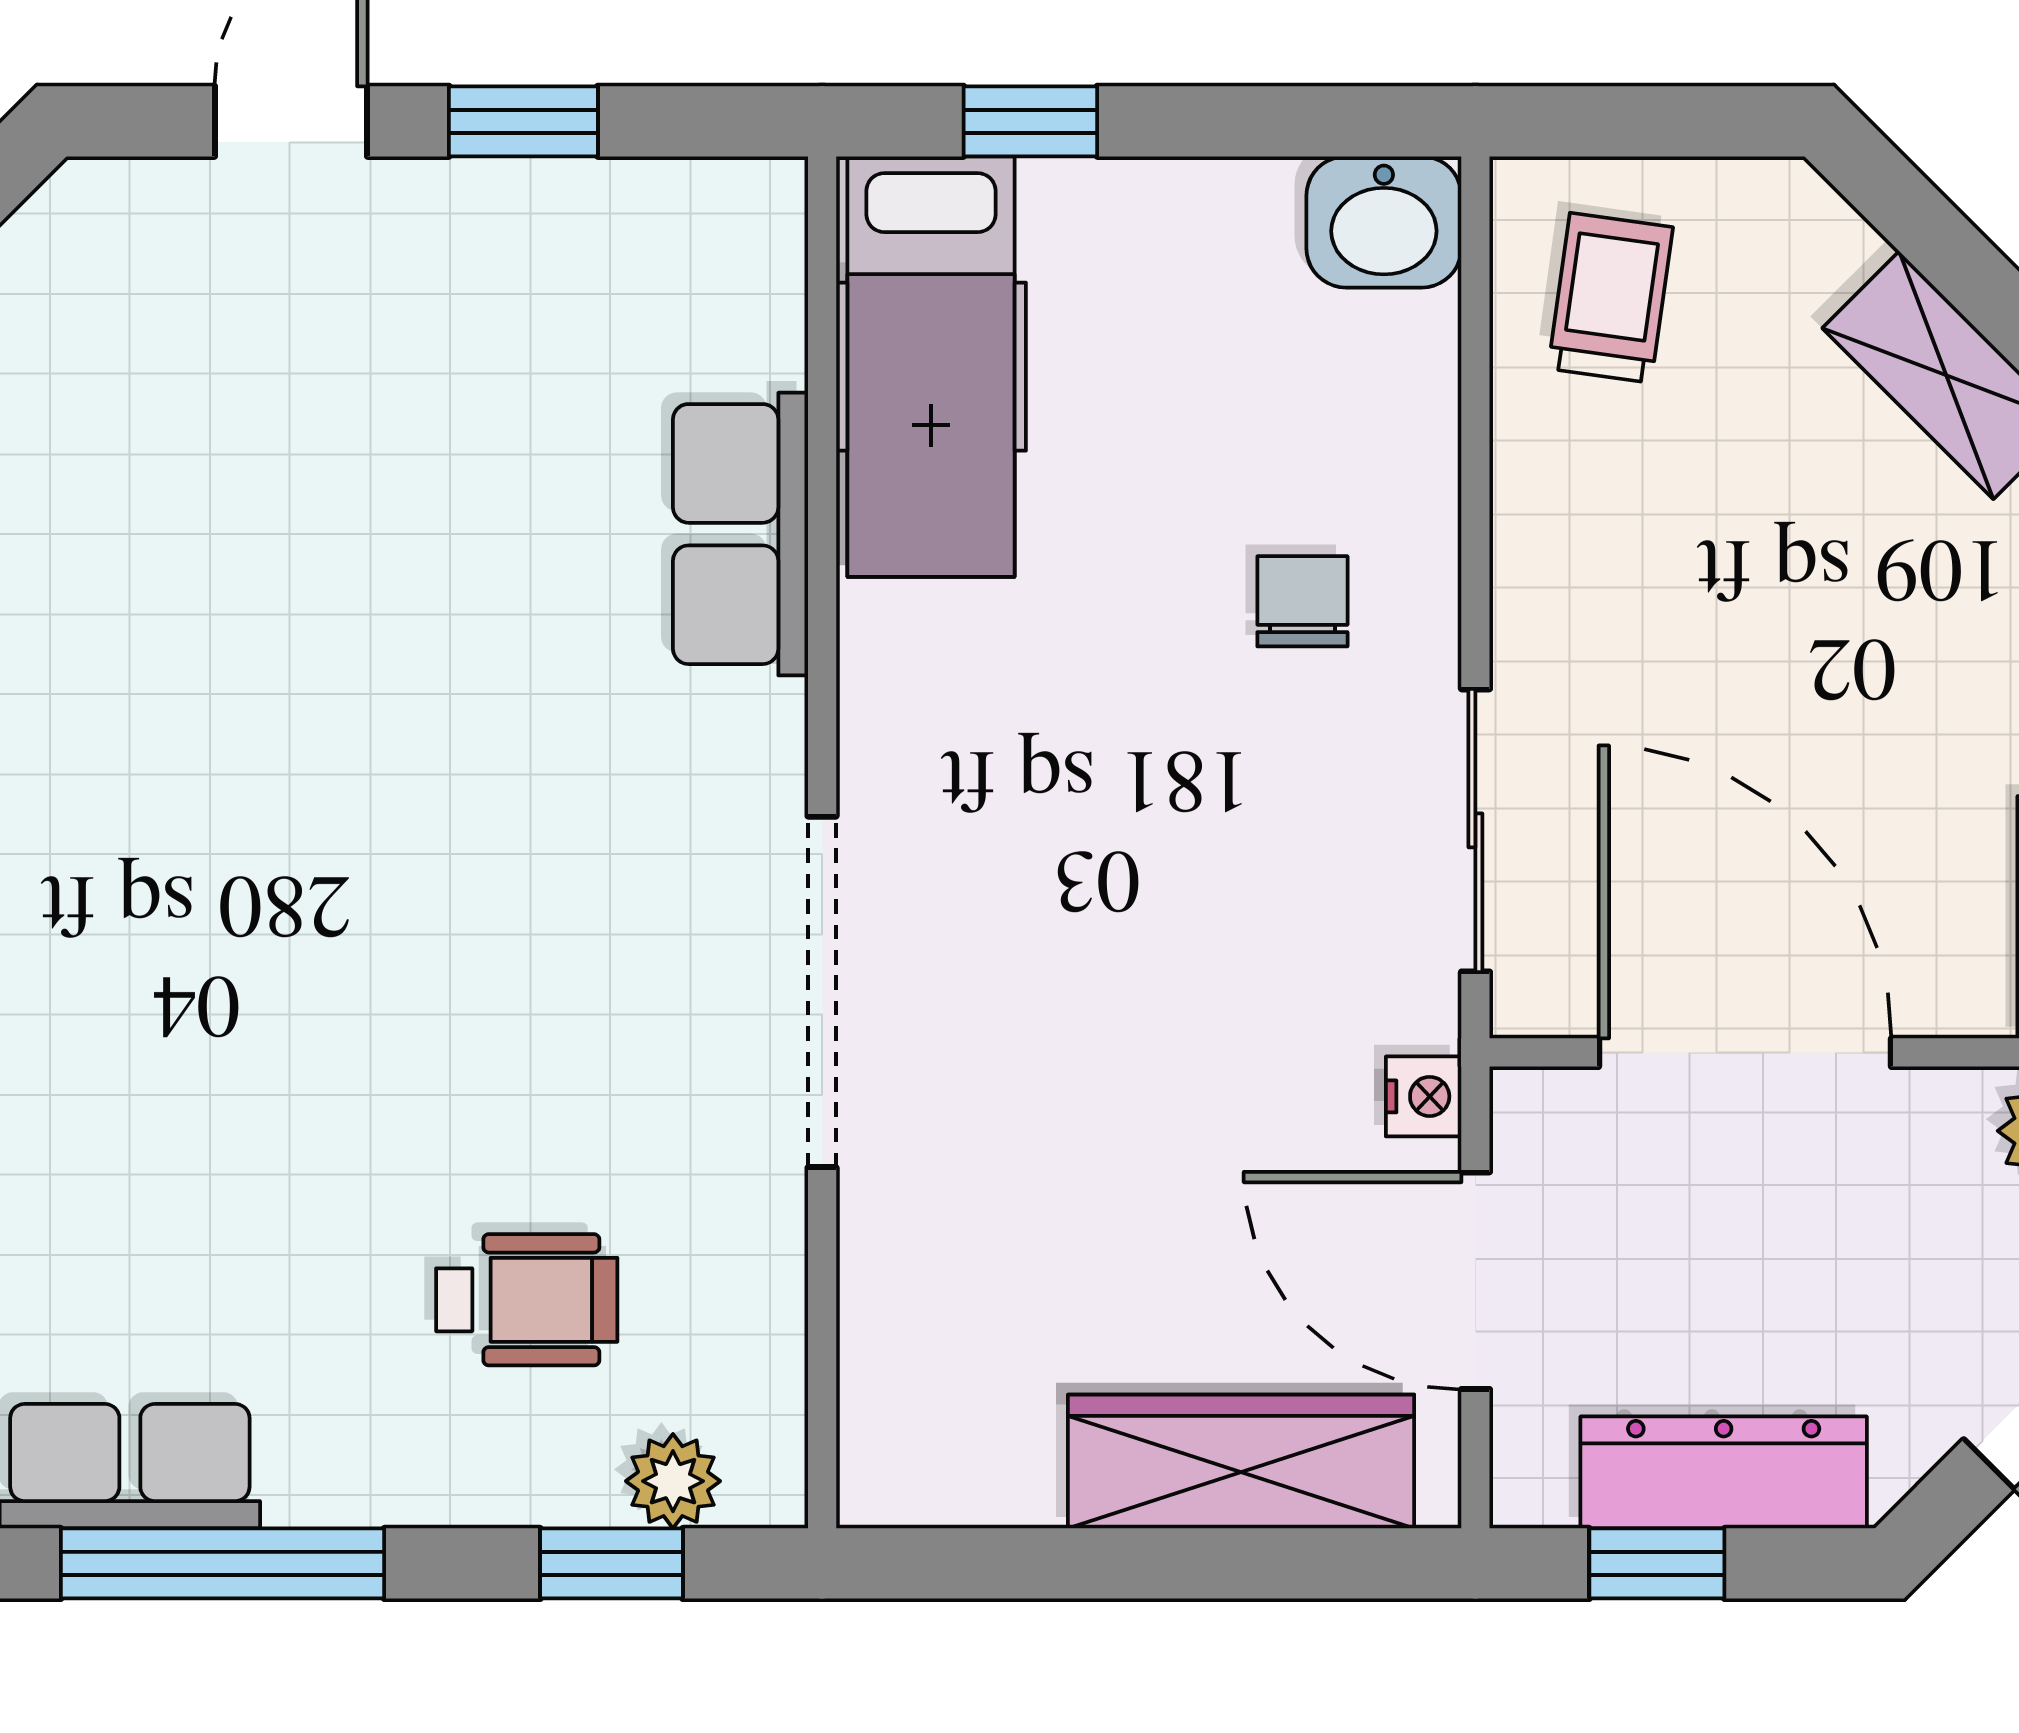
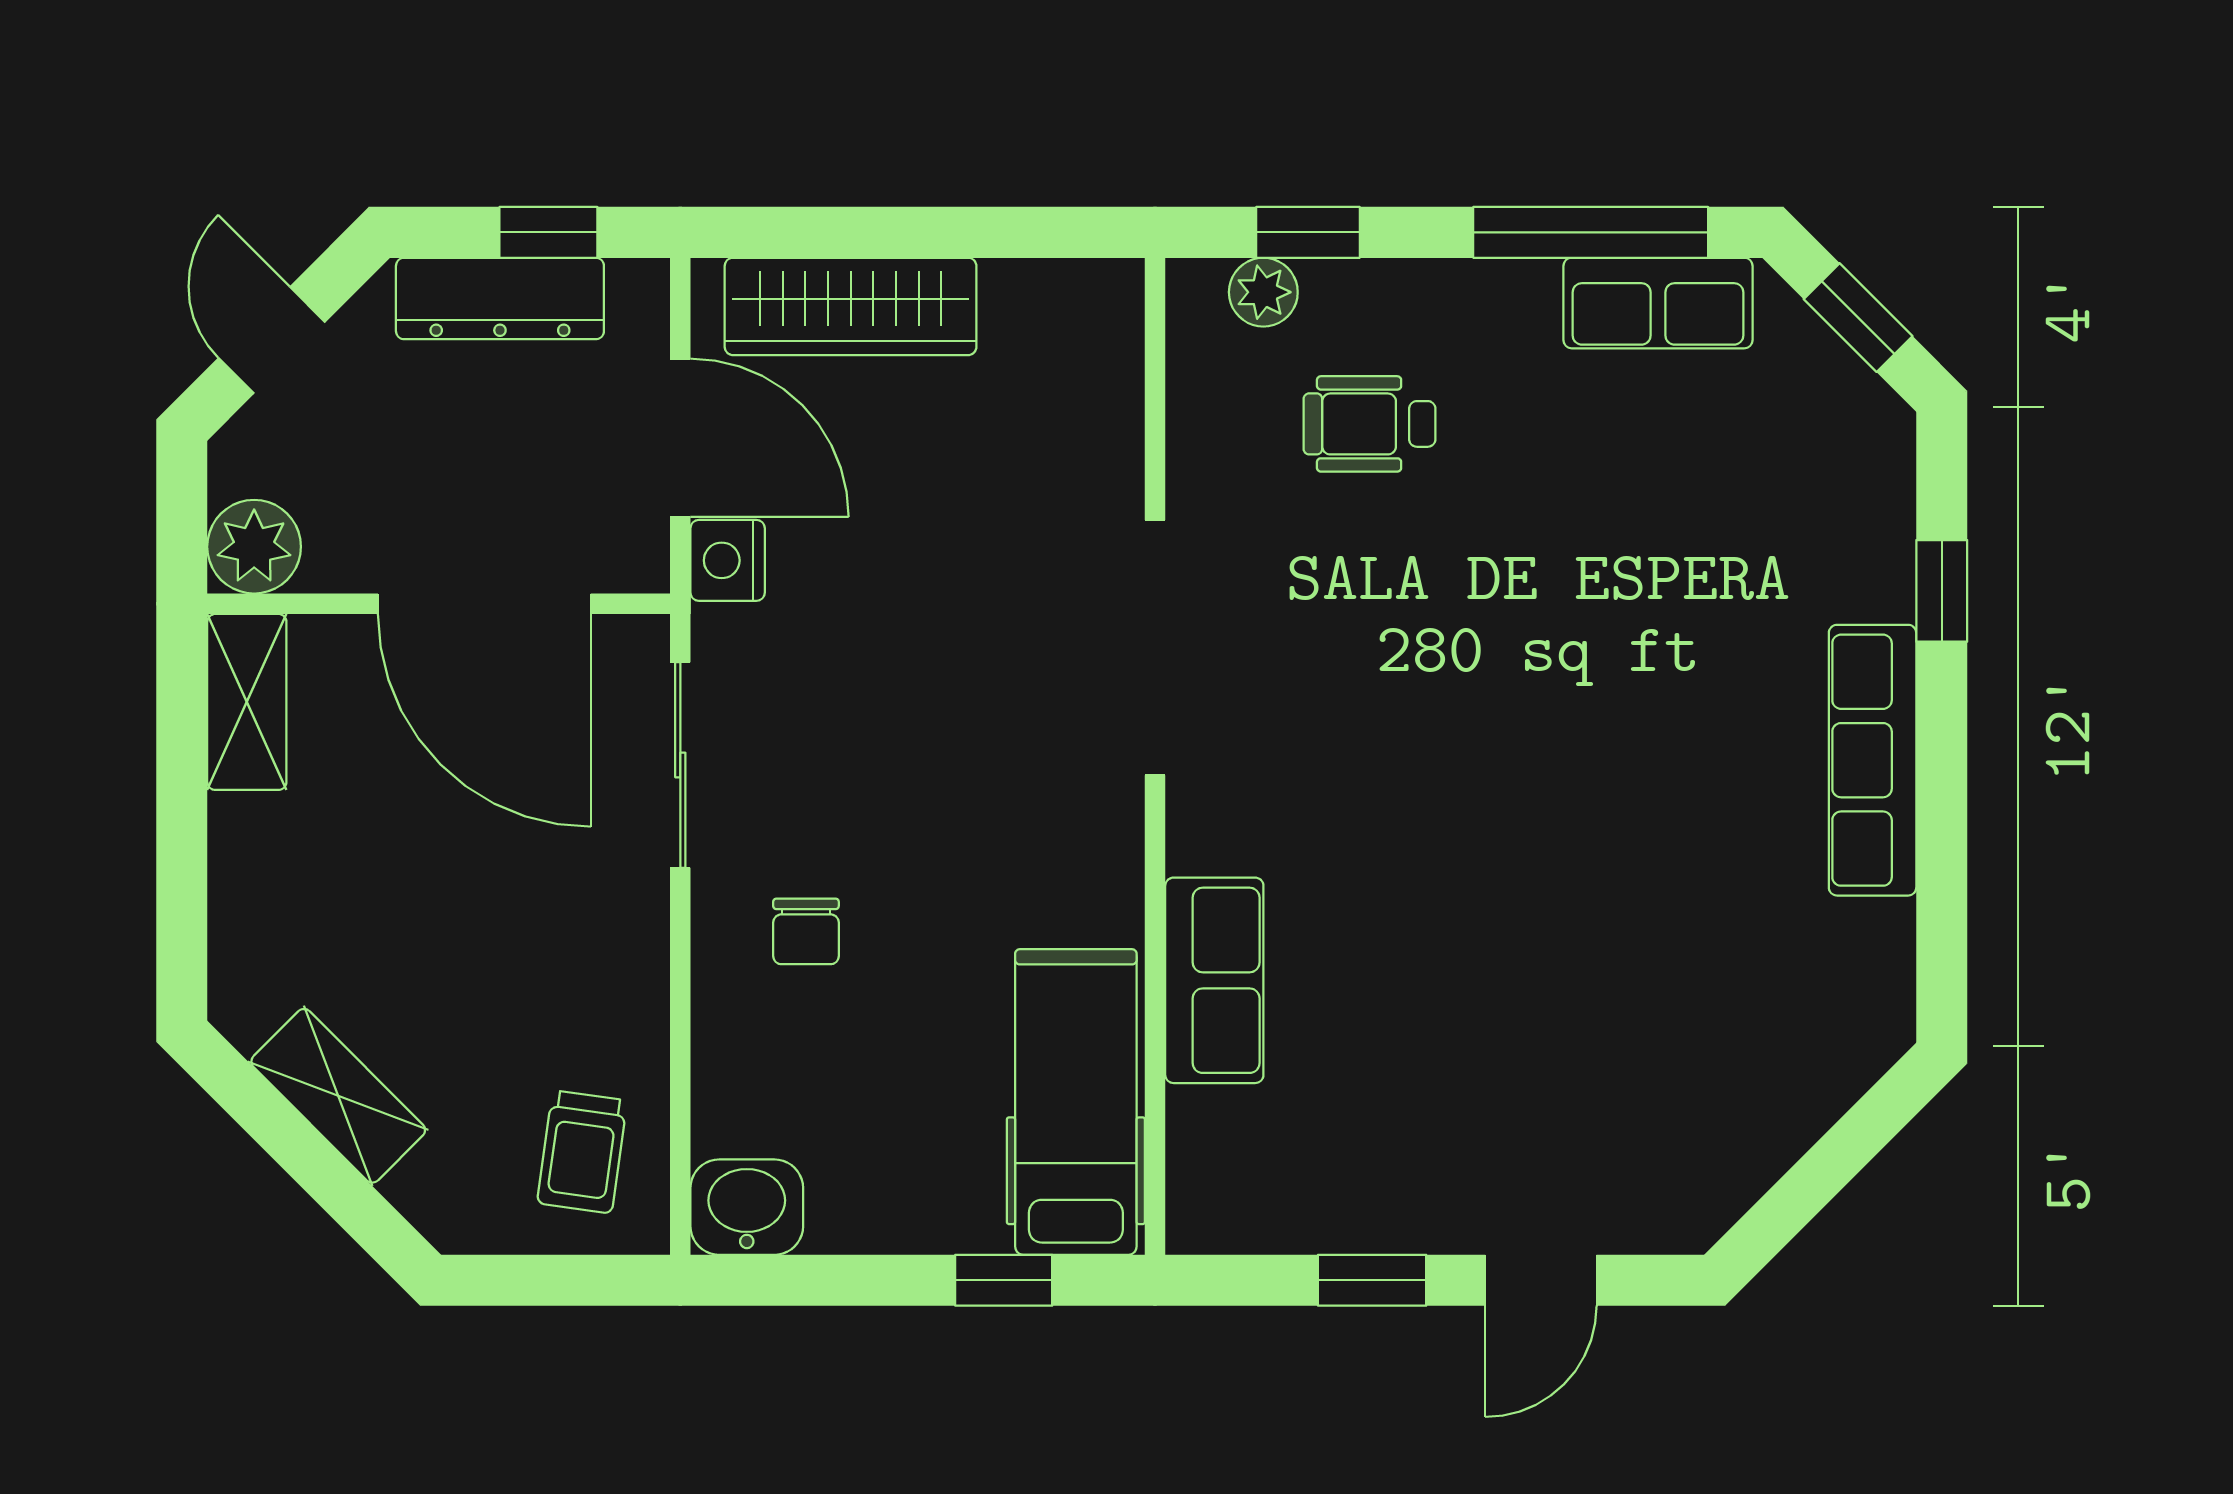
nightstand: (1424, 1096) -> (728, 560), width x1.39, depth x1.35

